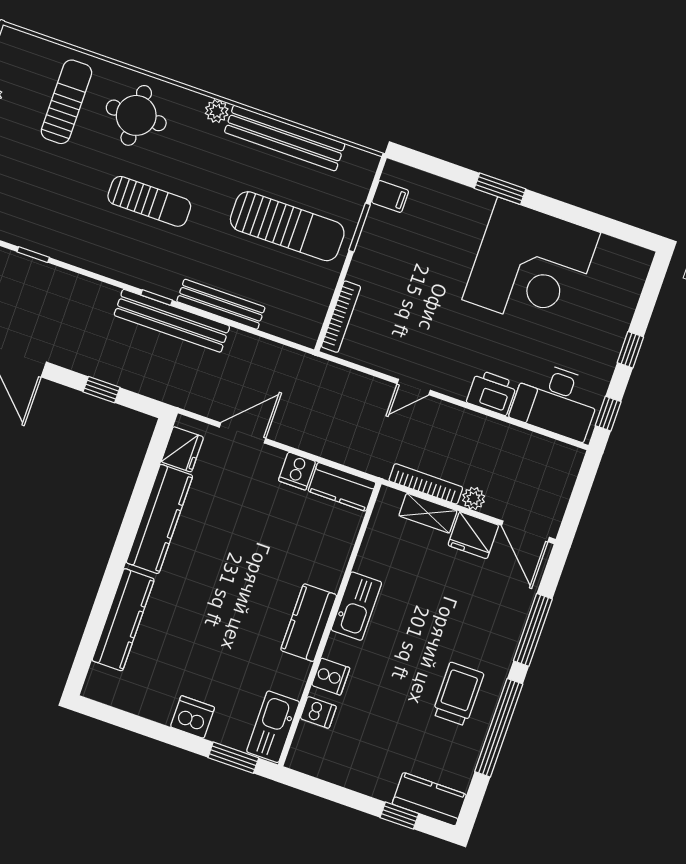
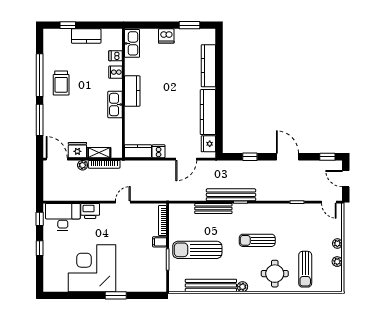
filing cabinet: (390, 196) -> (160, 242), moved
window: (233, 758) -> (189, 25), moved
kitchen counter: (429, 799) -> (86, 36), moved

